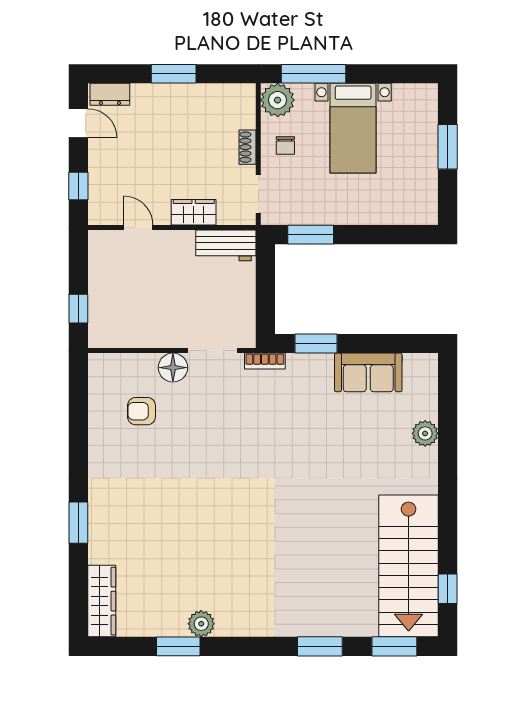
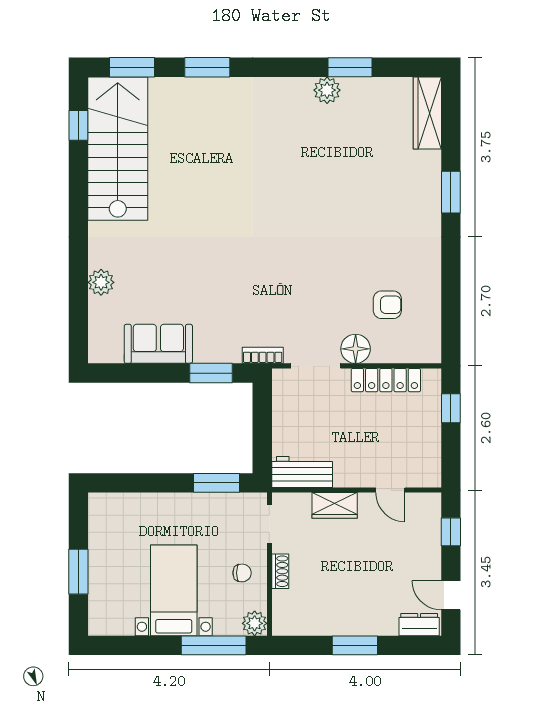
plant: (278, 100) -> (255, 623), width x0.73, depth x0.73
chair: (285, 145) -> (242, 573), turned 90
locker: (143, 337) -> (386, 380), added

